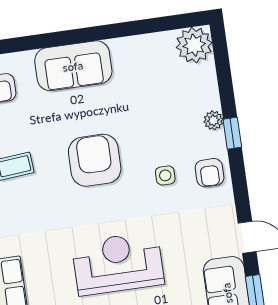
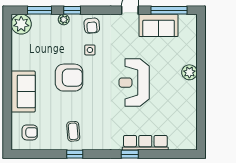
window: (224, 74) -> (39, 10), added
armchair: (95, 160) -> (69, 78), moved, turned 180
armchair: (210, 173) -> (92, 26), turned 85

